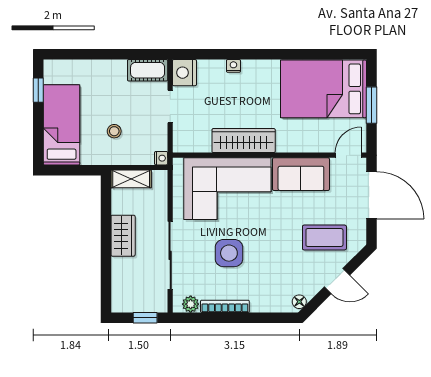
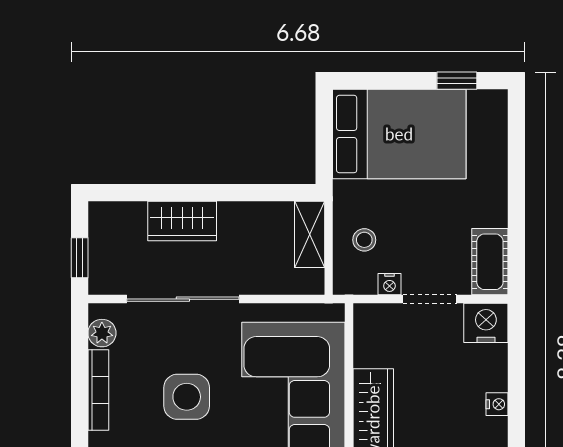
bed: (62, 125) -> (399, 134), width x1.50
stool: (114, 131) -> (364, 240), moved
nightstand: (161, 158) -> (389, 284), moved
wardrobe: (123, 236) -> (182, 221), moved

